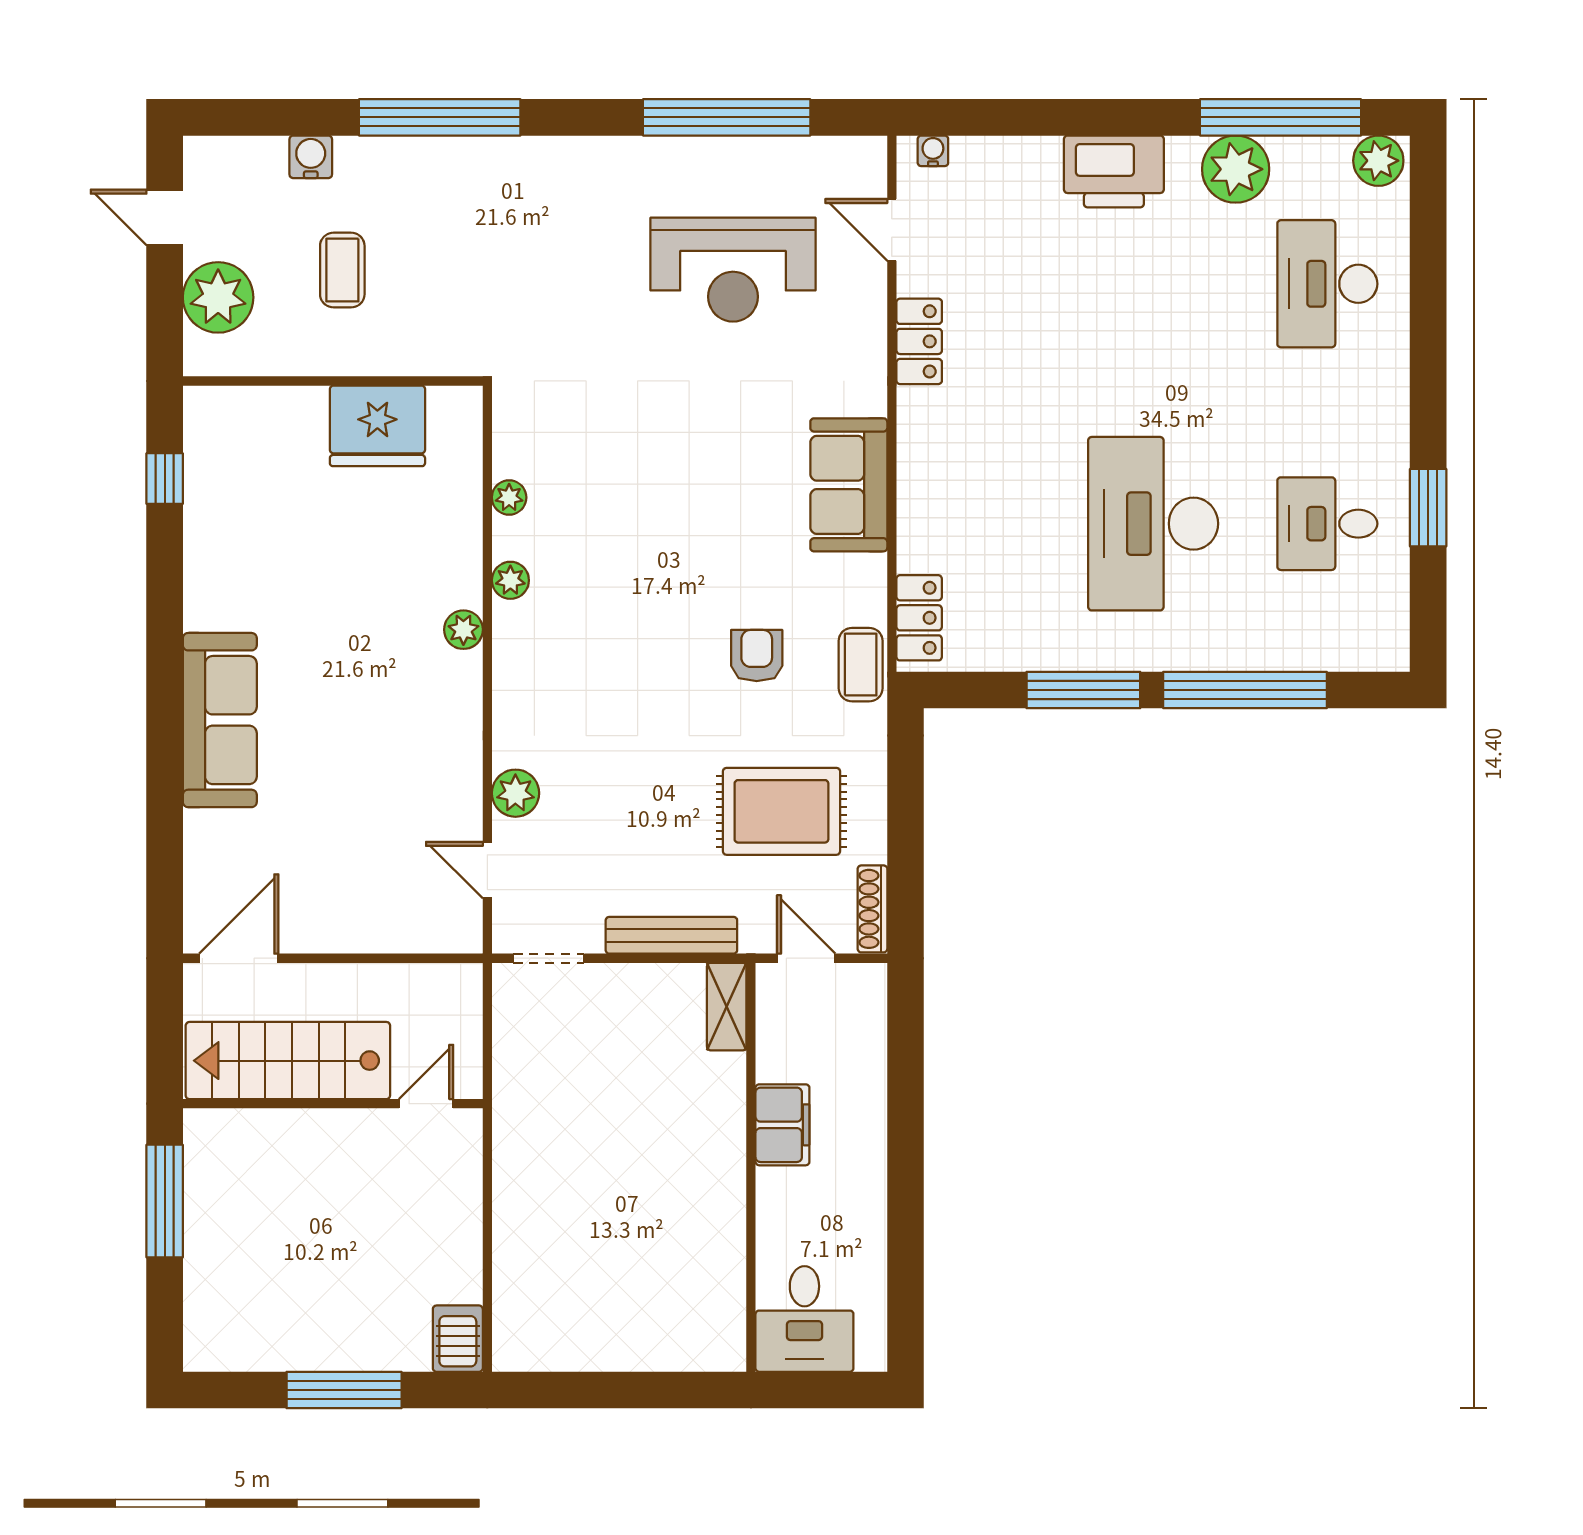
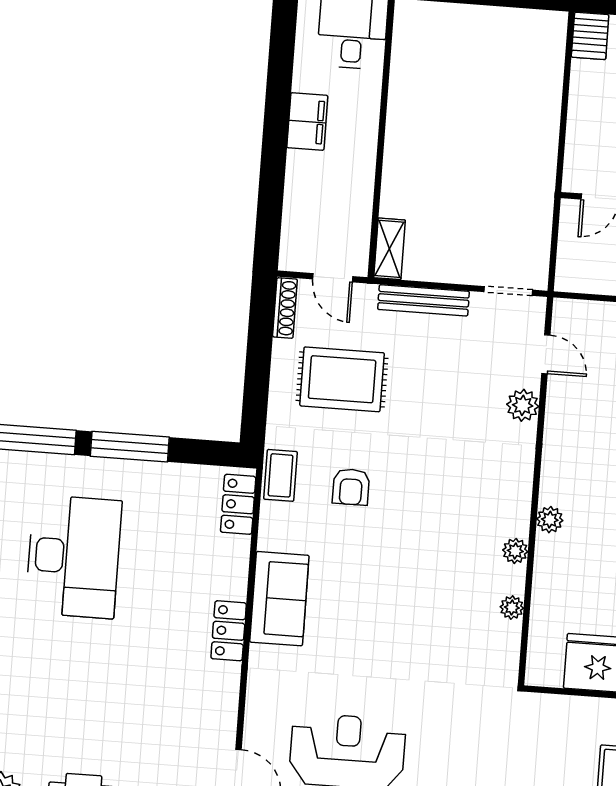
locker: (919, 341) -> (229, 631), moved
filing cabinet: (782, 1125) -> (307, 122), moved, turned 180

